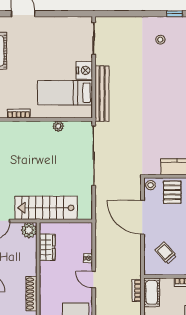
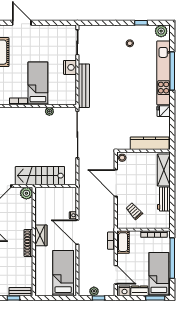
bed: (65, 93) -> (38, 83), moved, turned 90
pallet: (172, 192) -> (139, 163), removed
wardrobe: (47, 247) -> (41, 235), moved
door: (94, 280) -> (77, 232), width x1.87

